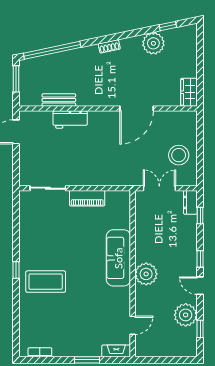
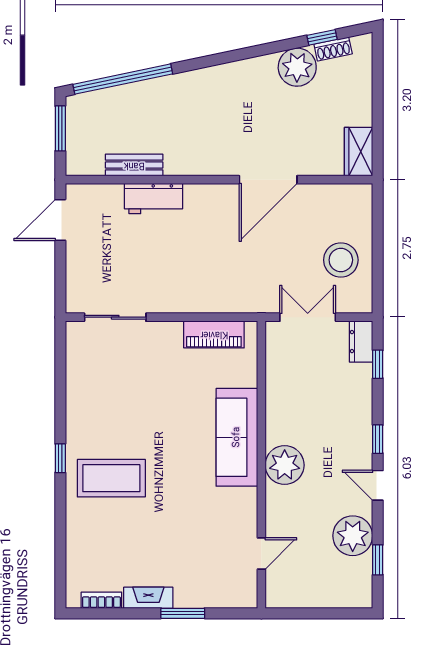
shoe rack: (109, 46) -> (333, 49), moved
piano: (87, 198) -> (214, 334), moved
fireplace: (116, 351) -> (148, 598), moved

